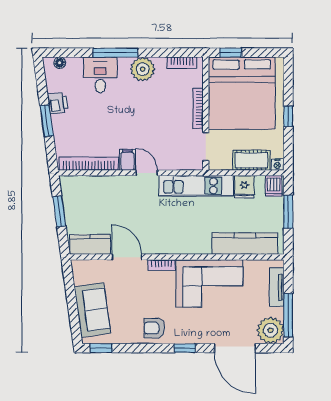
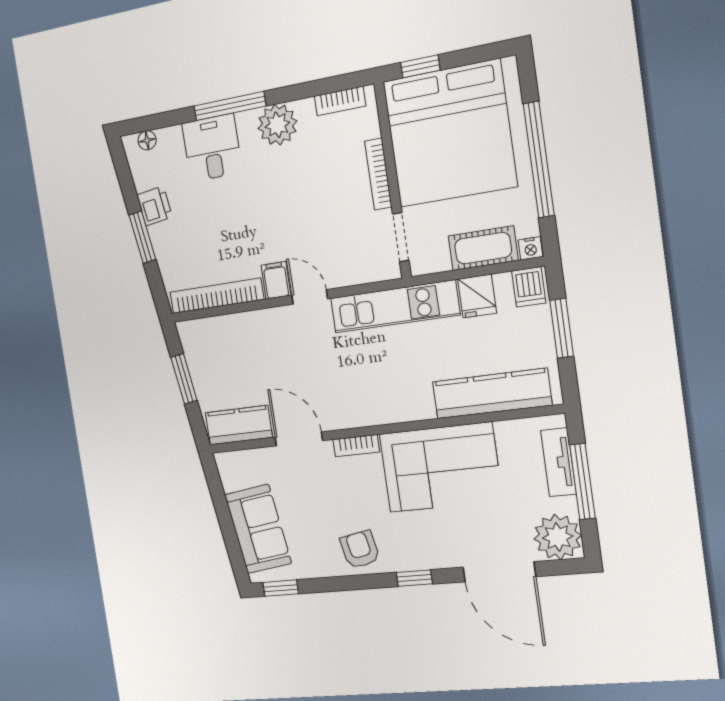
window: (288, 116) -> (539, 160), width x3.17
window: (288, 315) -> (582, 482), moved
armchair: (154, 328) -> (360, 549), turned 79

